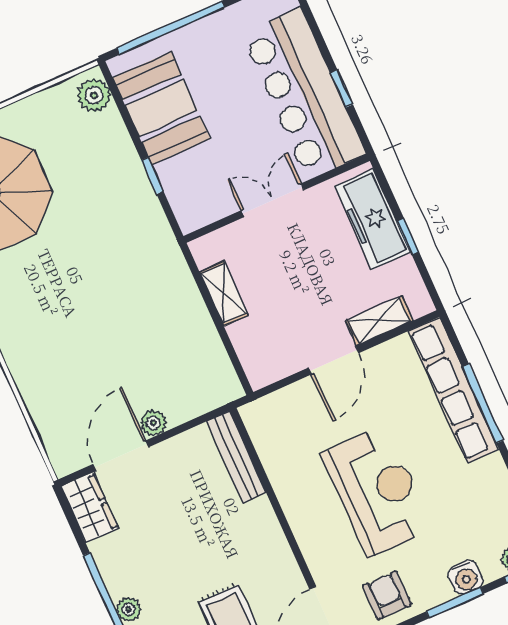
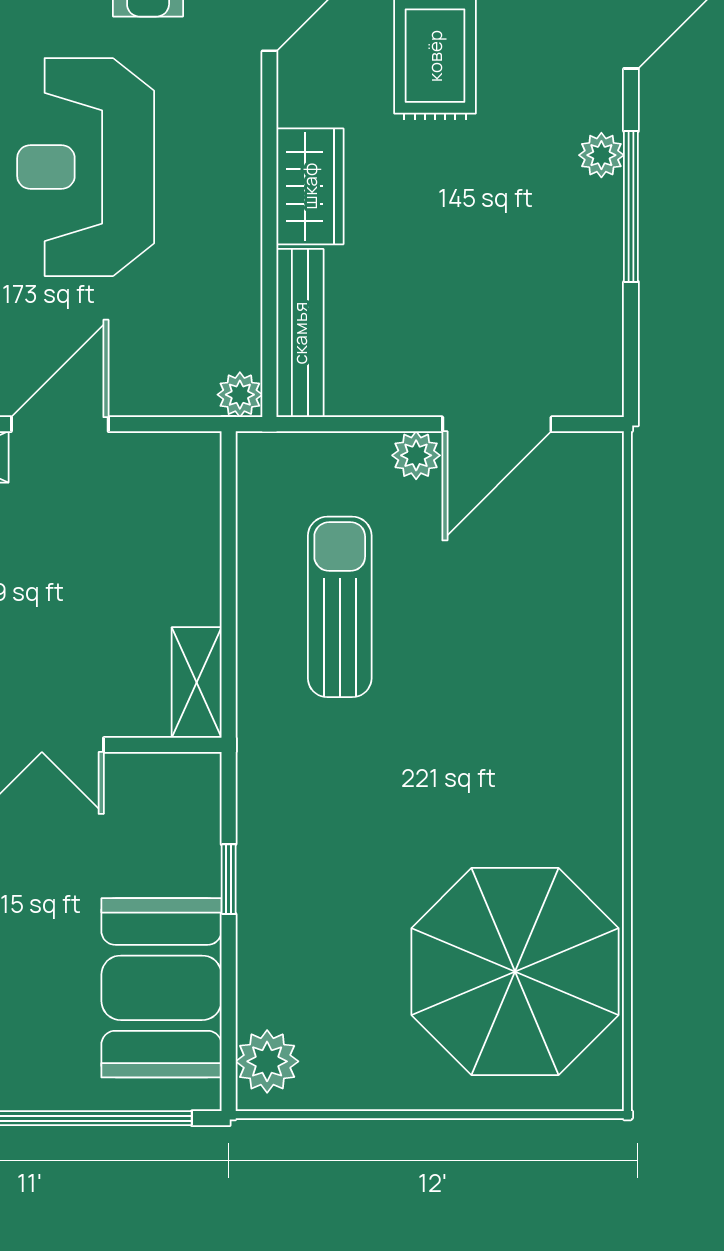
shelving: (224, 294) -> (197, 683), moved
sun lounger: (157, 332) -> (340, 607), added
plant: (252, 414) -> (240, 395), added
wardrobe: (89, 508) -> (310, 186), moved, turned 180

